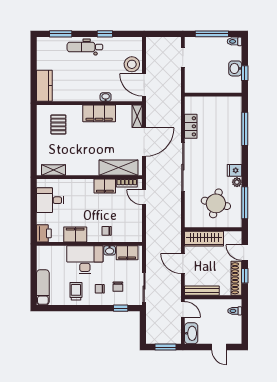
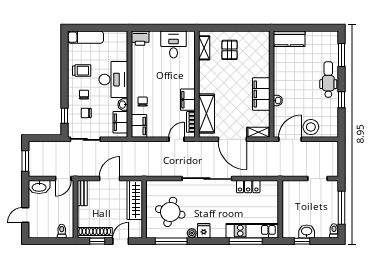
kitchen unit: (234, 122) -> (252, 231), added
pallet: (58, 124) -> (230, 50), moved, turned 90
filing cabinet: (75, 234) -> (139, 126), moved
bench: (202, 291) -> (82, 193), width x0.73

